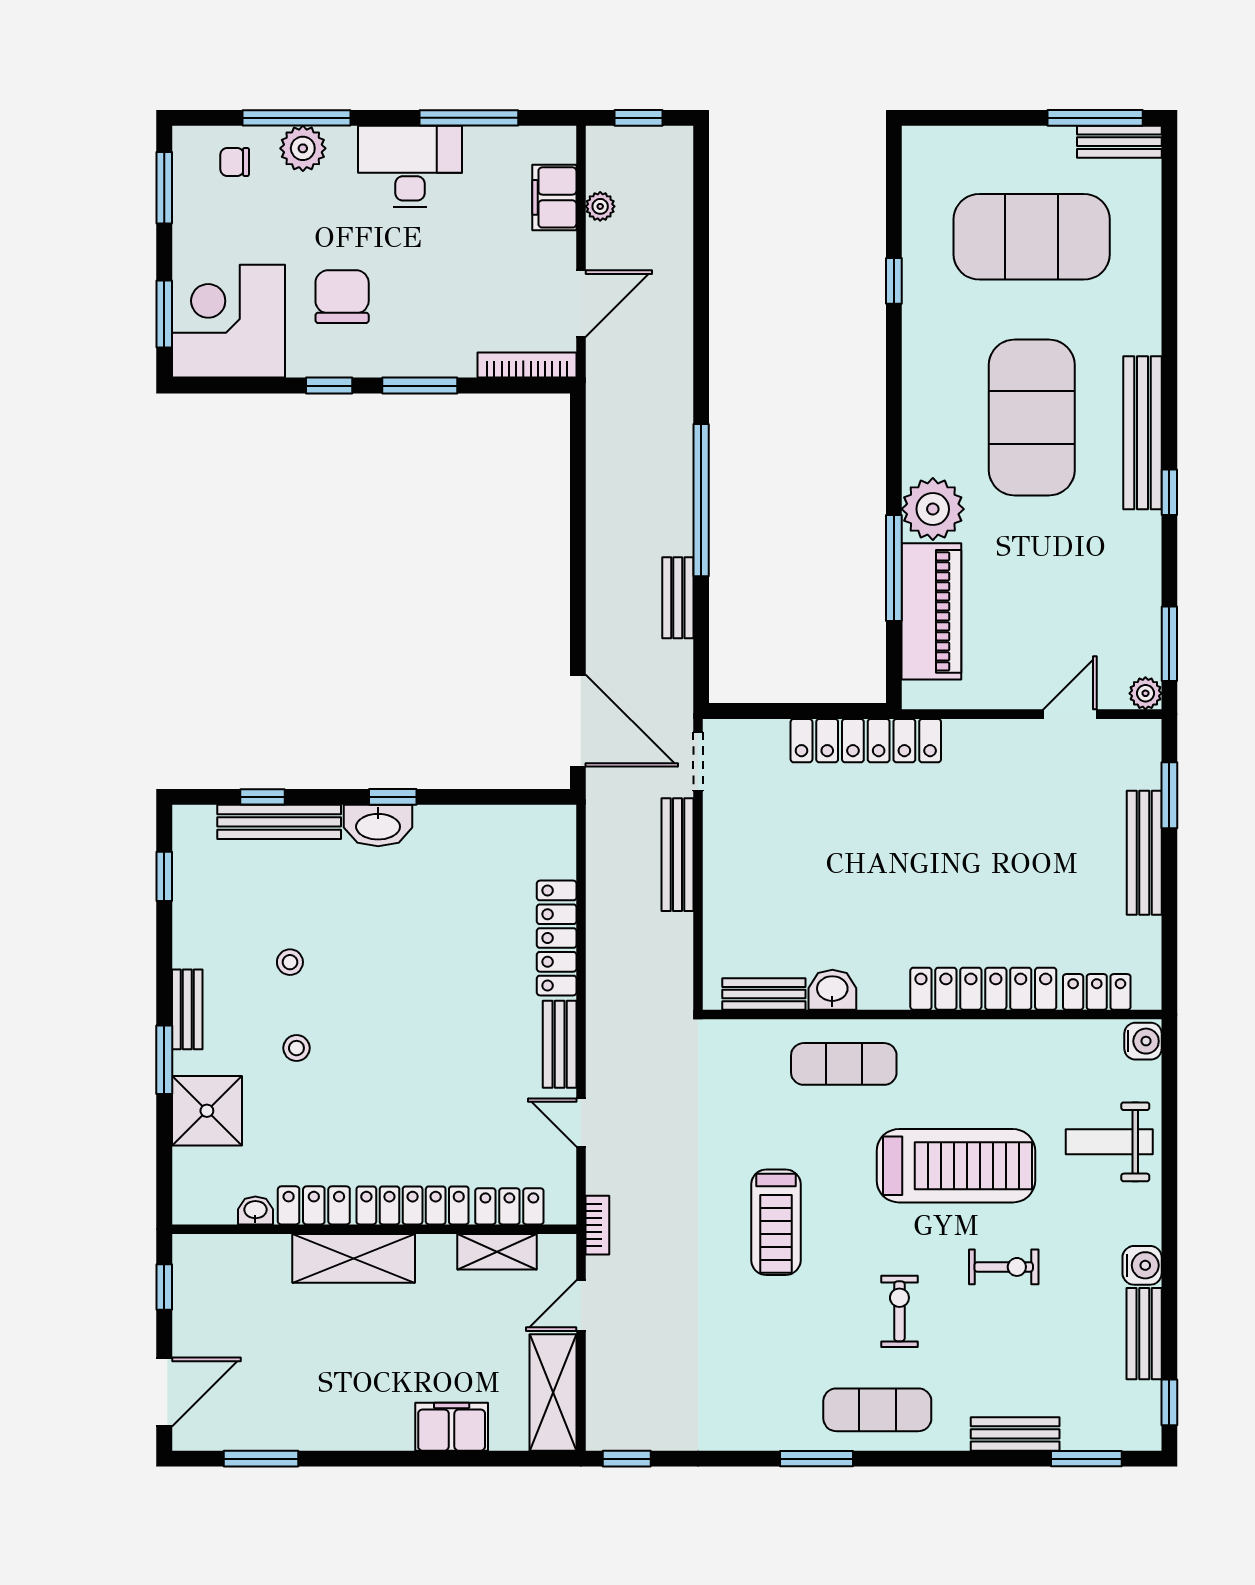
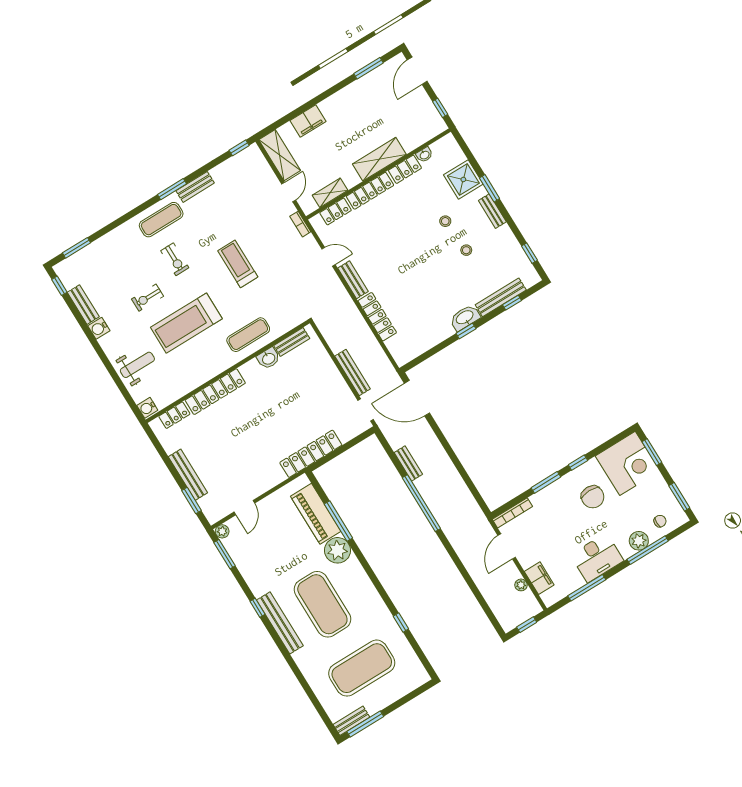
bench: (1015, 1434) -> (195, 187), moved

